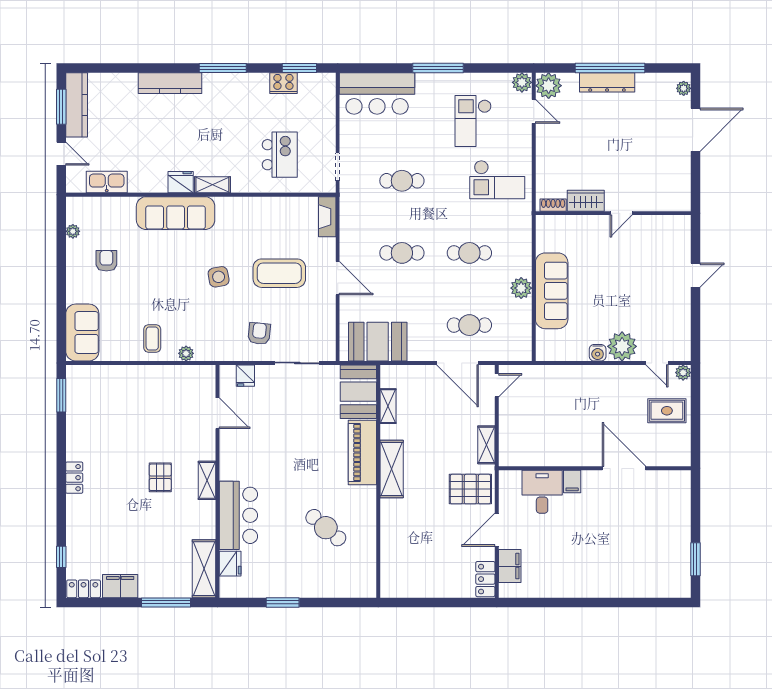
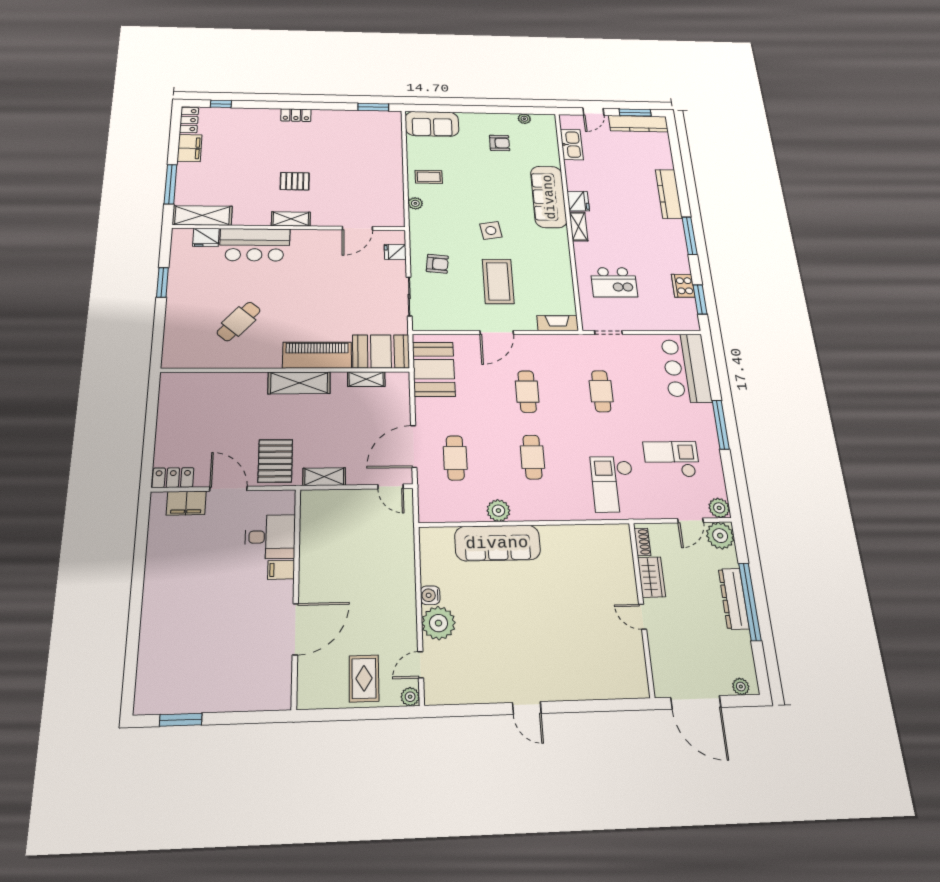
wardrobe: (586, 201) -> (651, 577), moved
shoe rack: (553, 205) -> (642, 542), moved
wall: (613, 213) -> (641, 608), moved
door: (621, 213) -> (643, 617), moved

